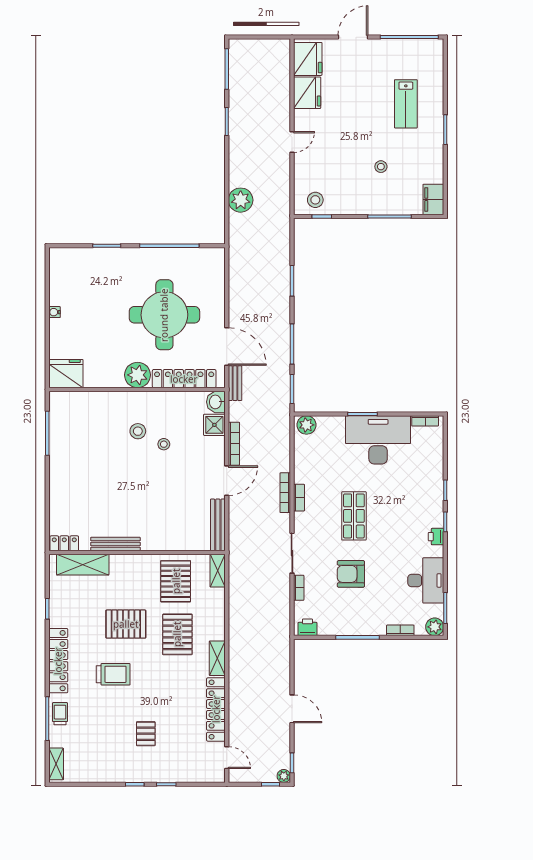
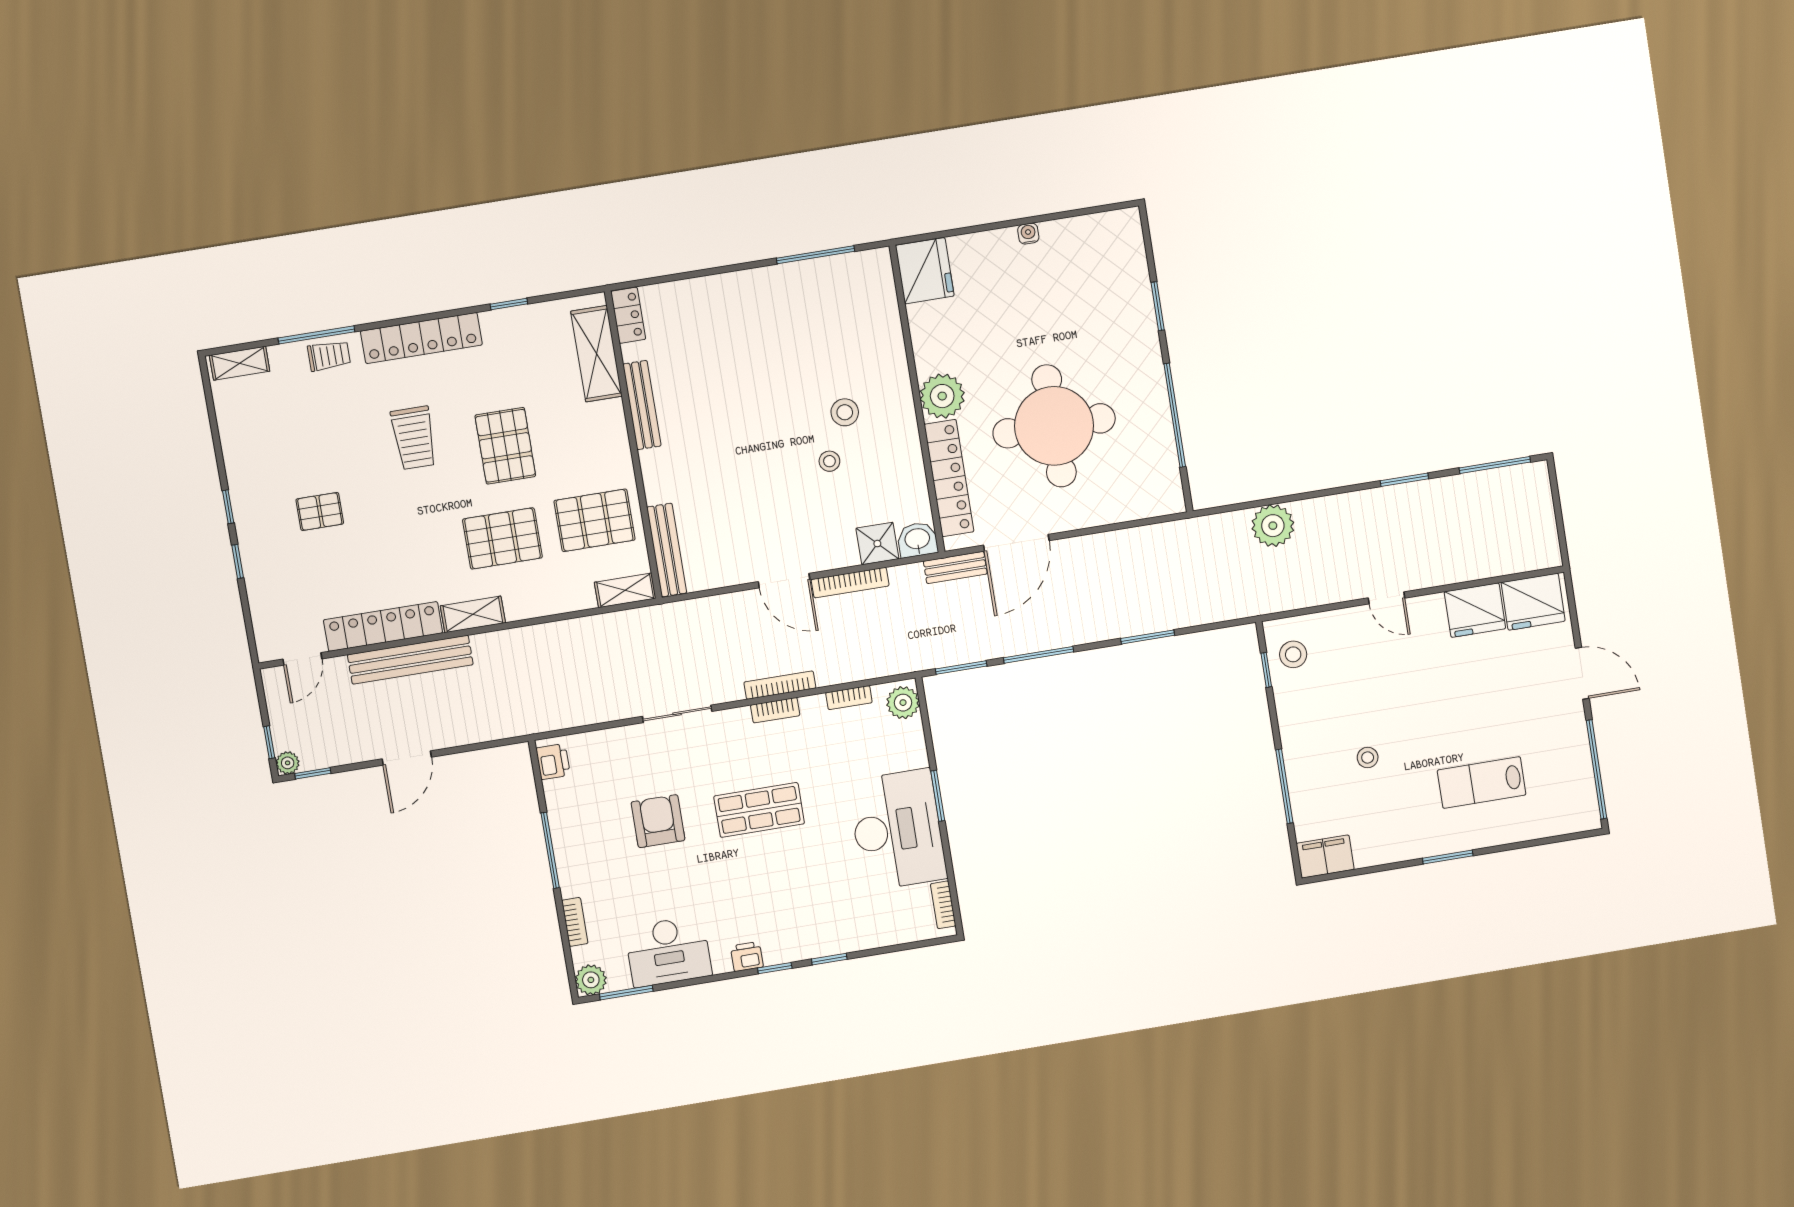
bench: (218, 525) -> (667, 550), moved, turned 90
bookcase: (299, 588) -> (849, 698), moved
bench: (237, 697) -> (410, 660), added

